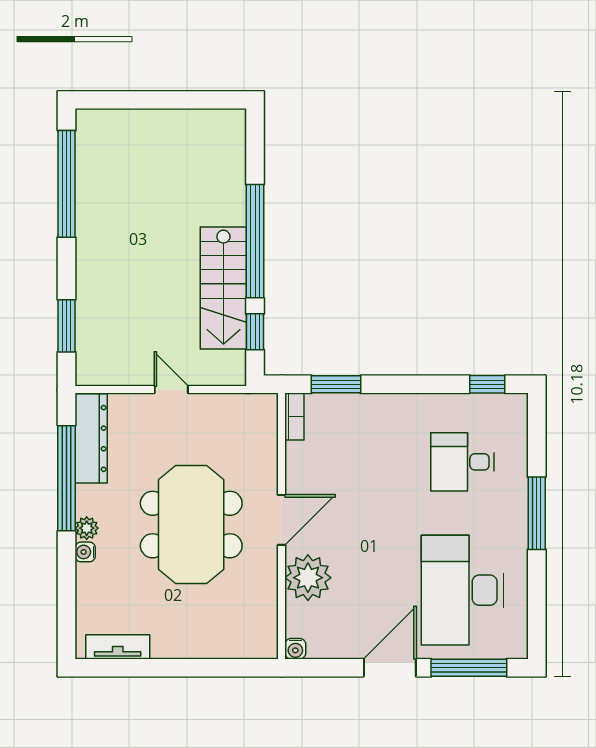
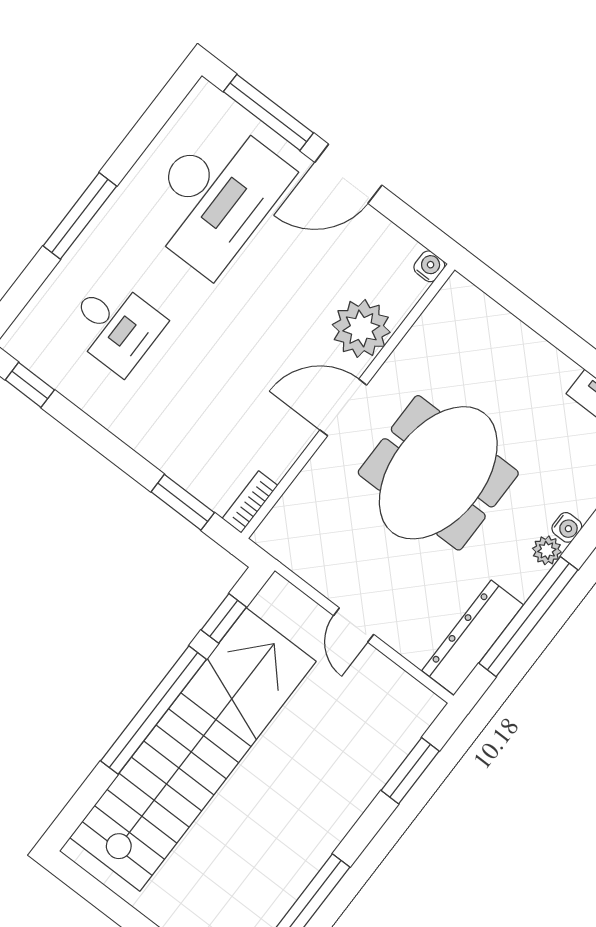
stairs: (223, 288) -> (193, 750), width x1.86, depth x1.51

